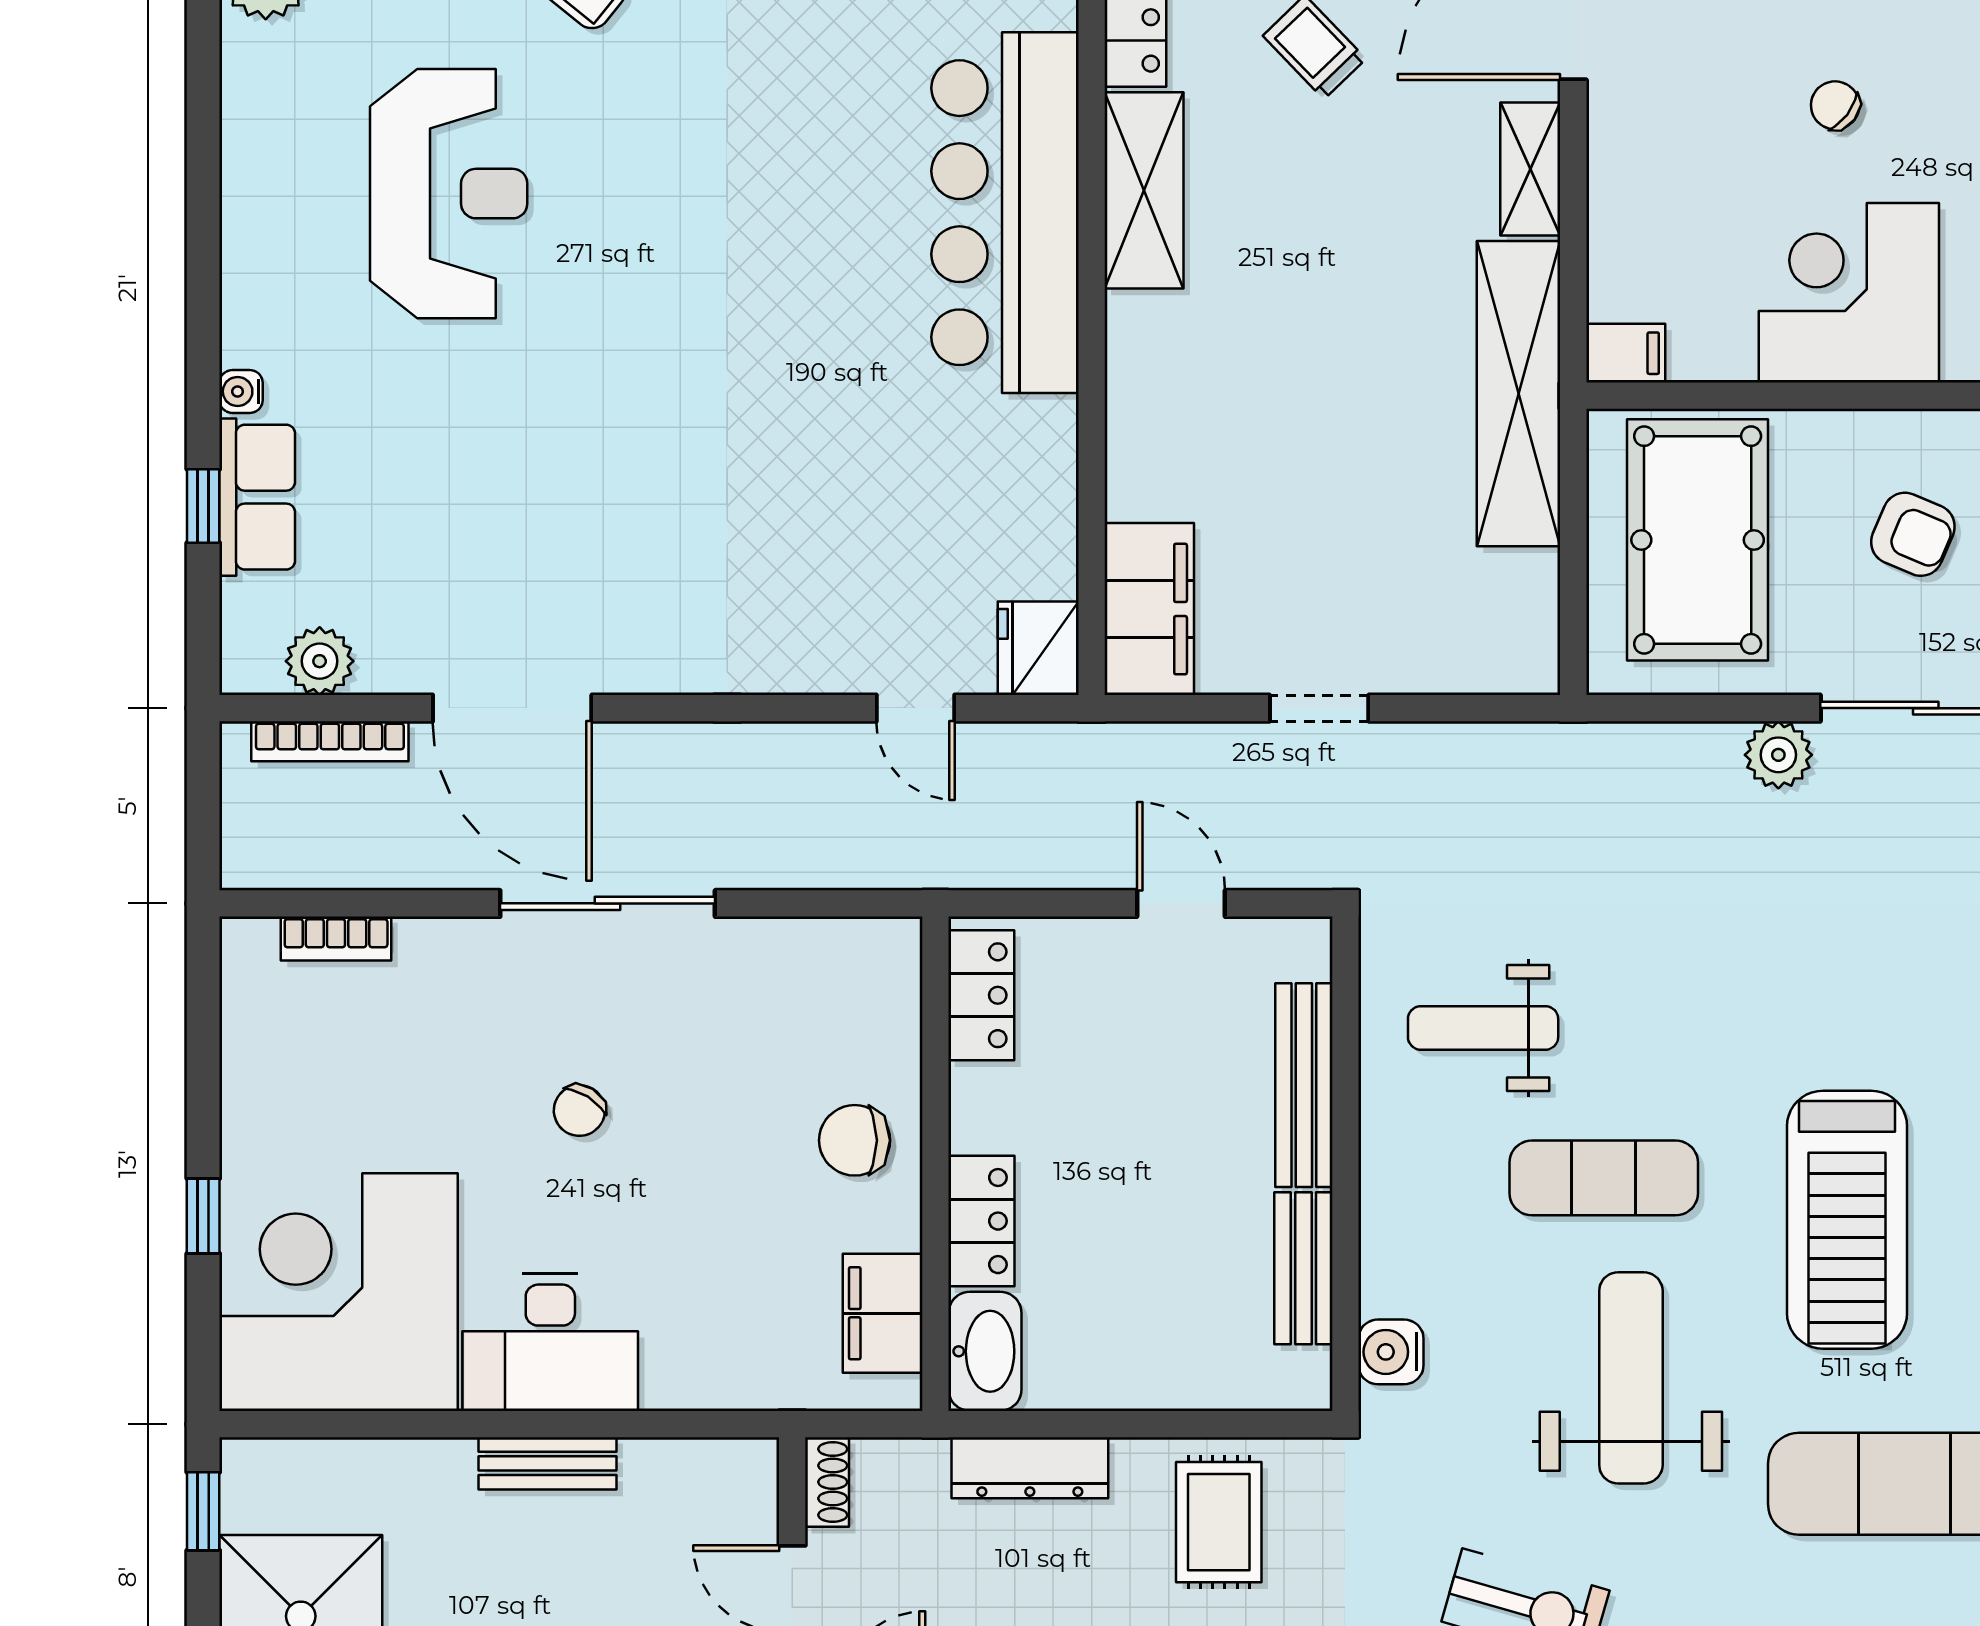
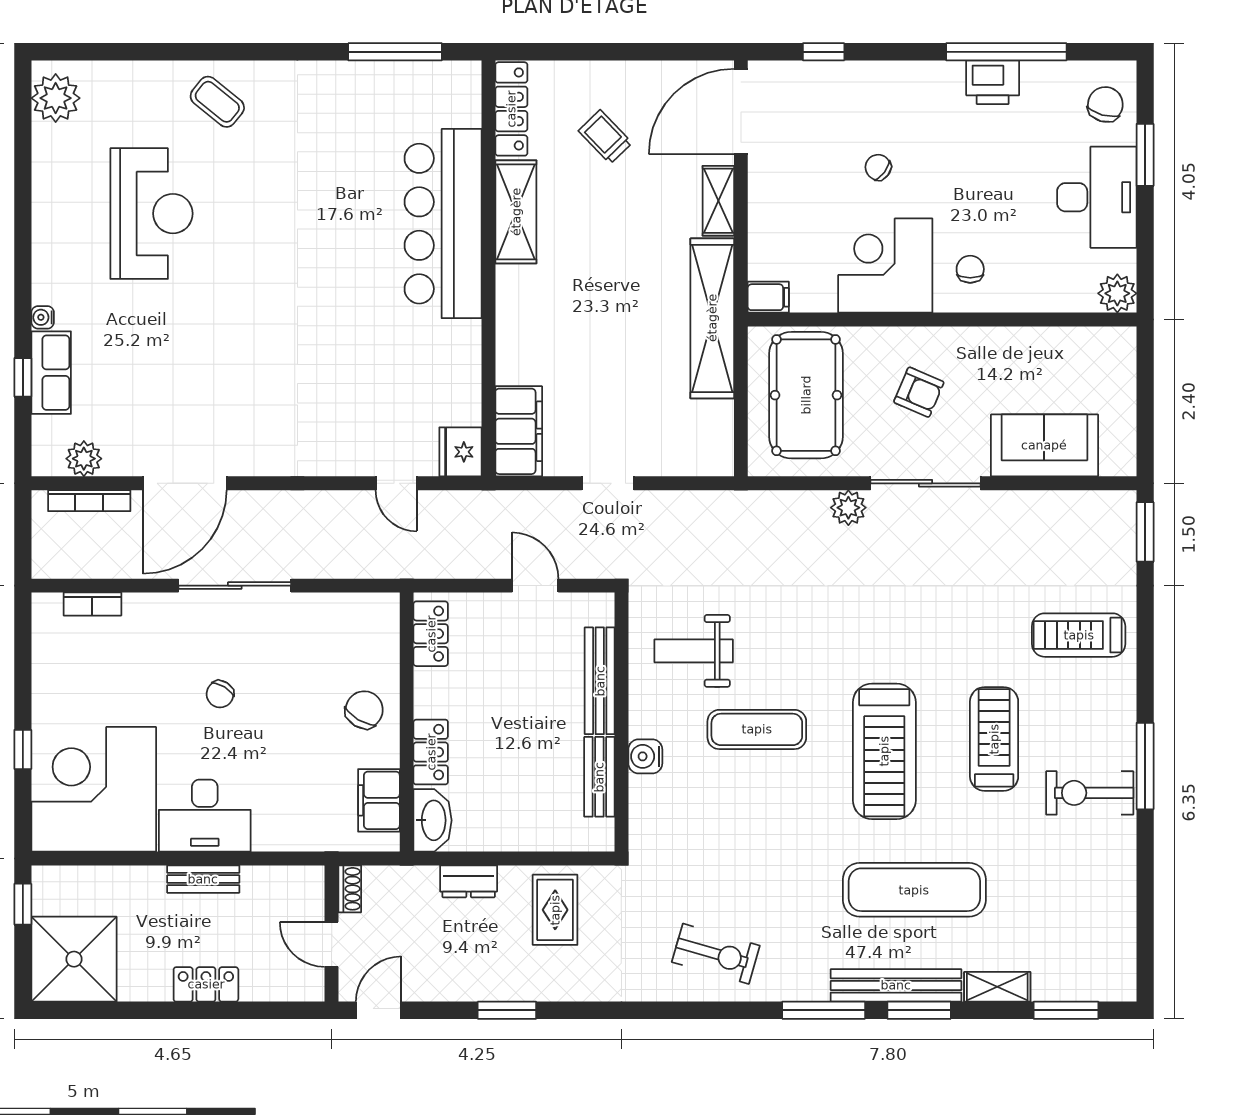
door: (512, 708) -> (185, 483), hinge flipped
chair: (855, 1140) -> (364, 710), turned 121
water cooler: (1391, 1352) -> (645, 756), moved
weight bench: (1631, 1378) -> (771, 834), removed
dresser: (1030, 1468) -> (469, 881), width x0.70

